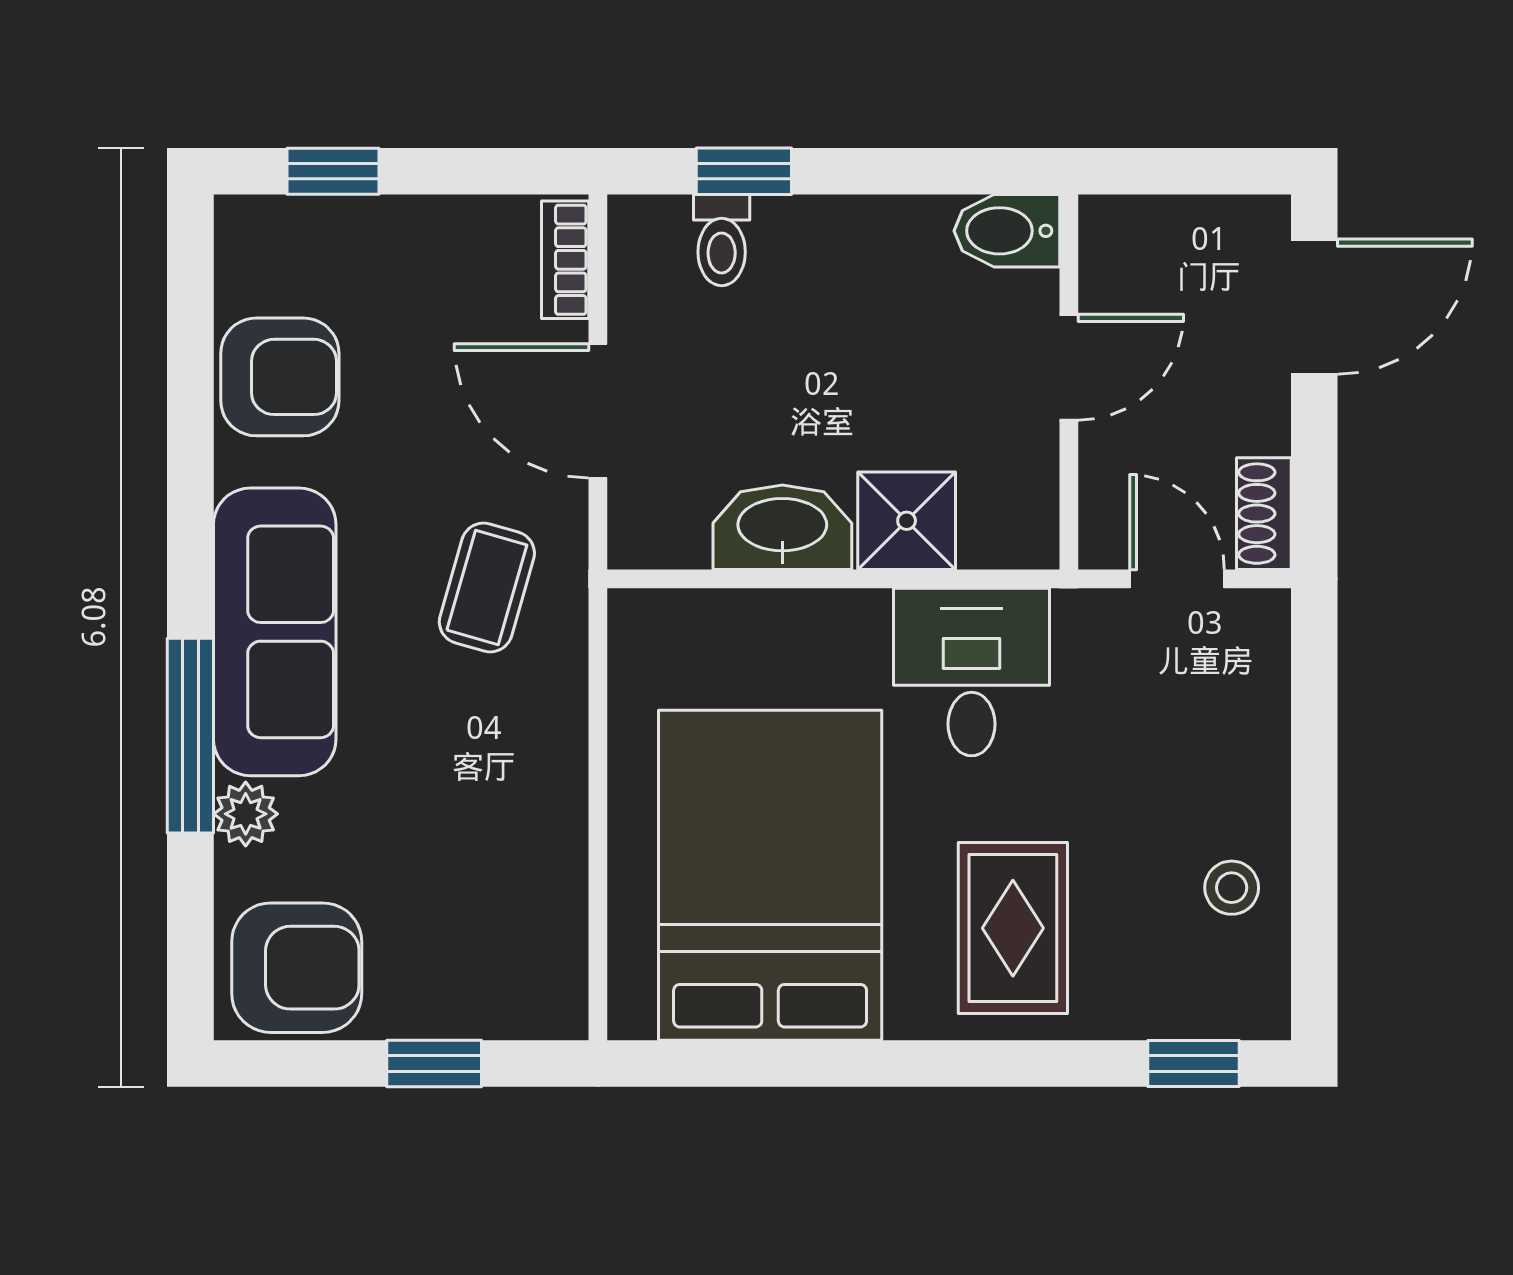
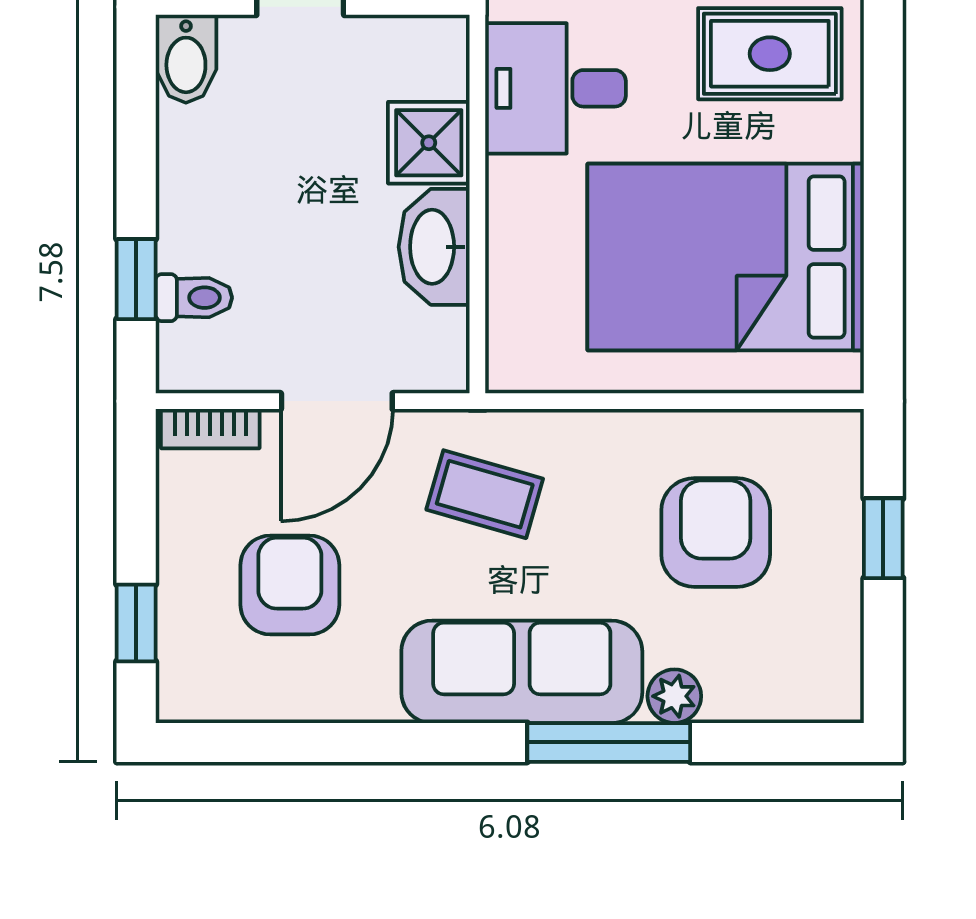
armchair: (280, 377) -> (290, 585), moved
armchair: (297, 968) -> (716, 532), moved

